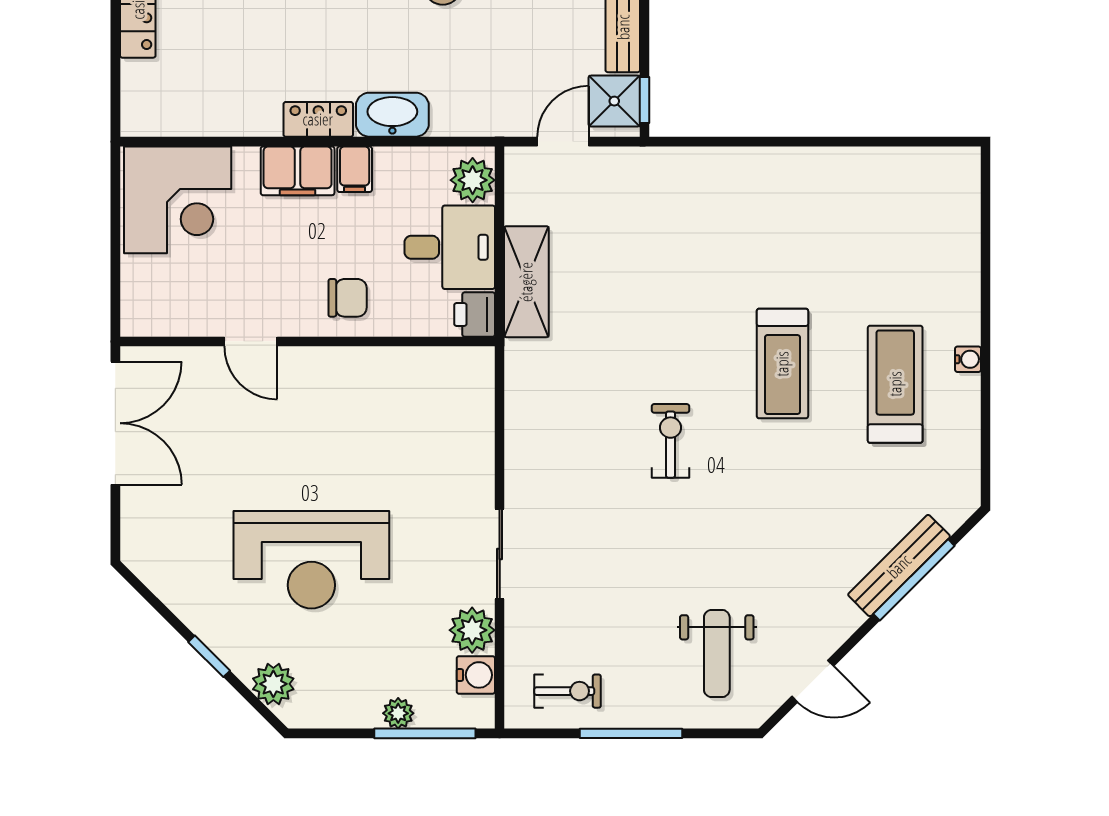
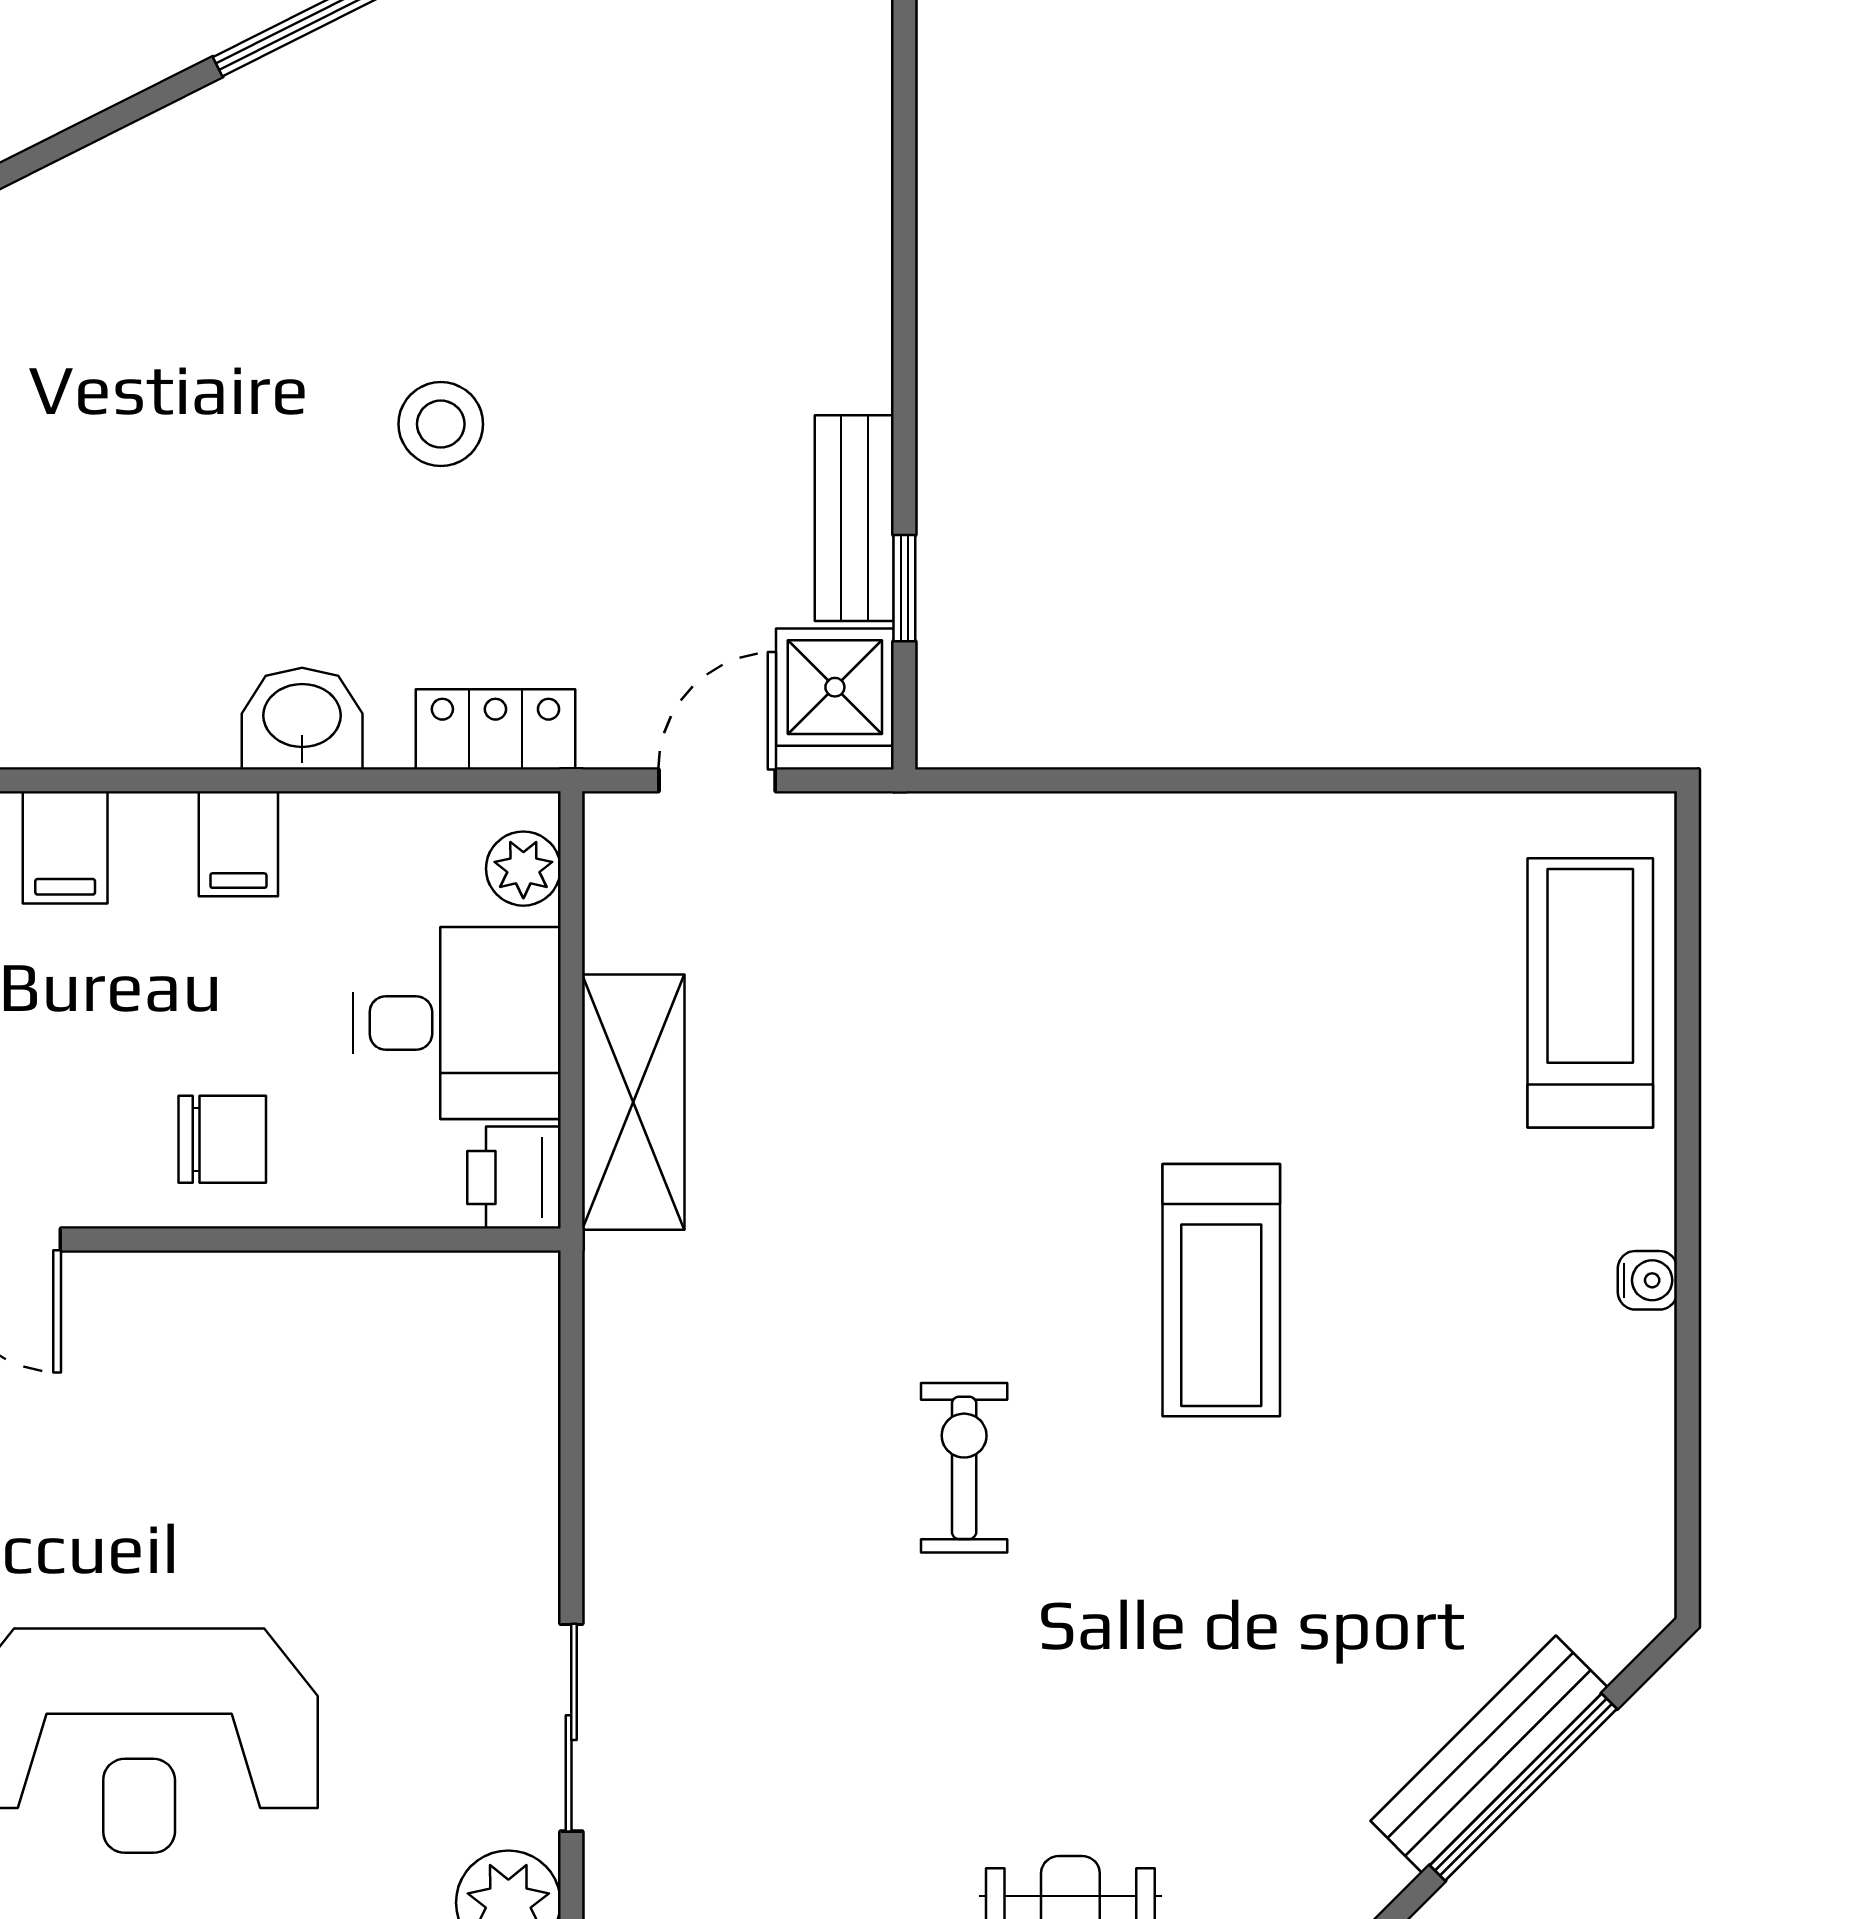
window: (645, 100) -> (904, 588), moved
washbasin: (392, 115) -> (302, 719), width x0.72
locker: (318, 119) -> (495, 729), moved
filing cabinet: (298, 171) -> (65, 847), width x0.50
plant: (473, 180) -> (523, 869), width x0.73, depth x0.73
treadmill: (895, 384) -> (1590, 993), moved

